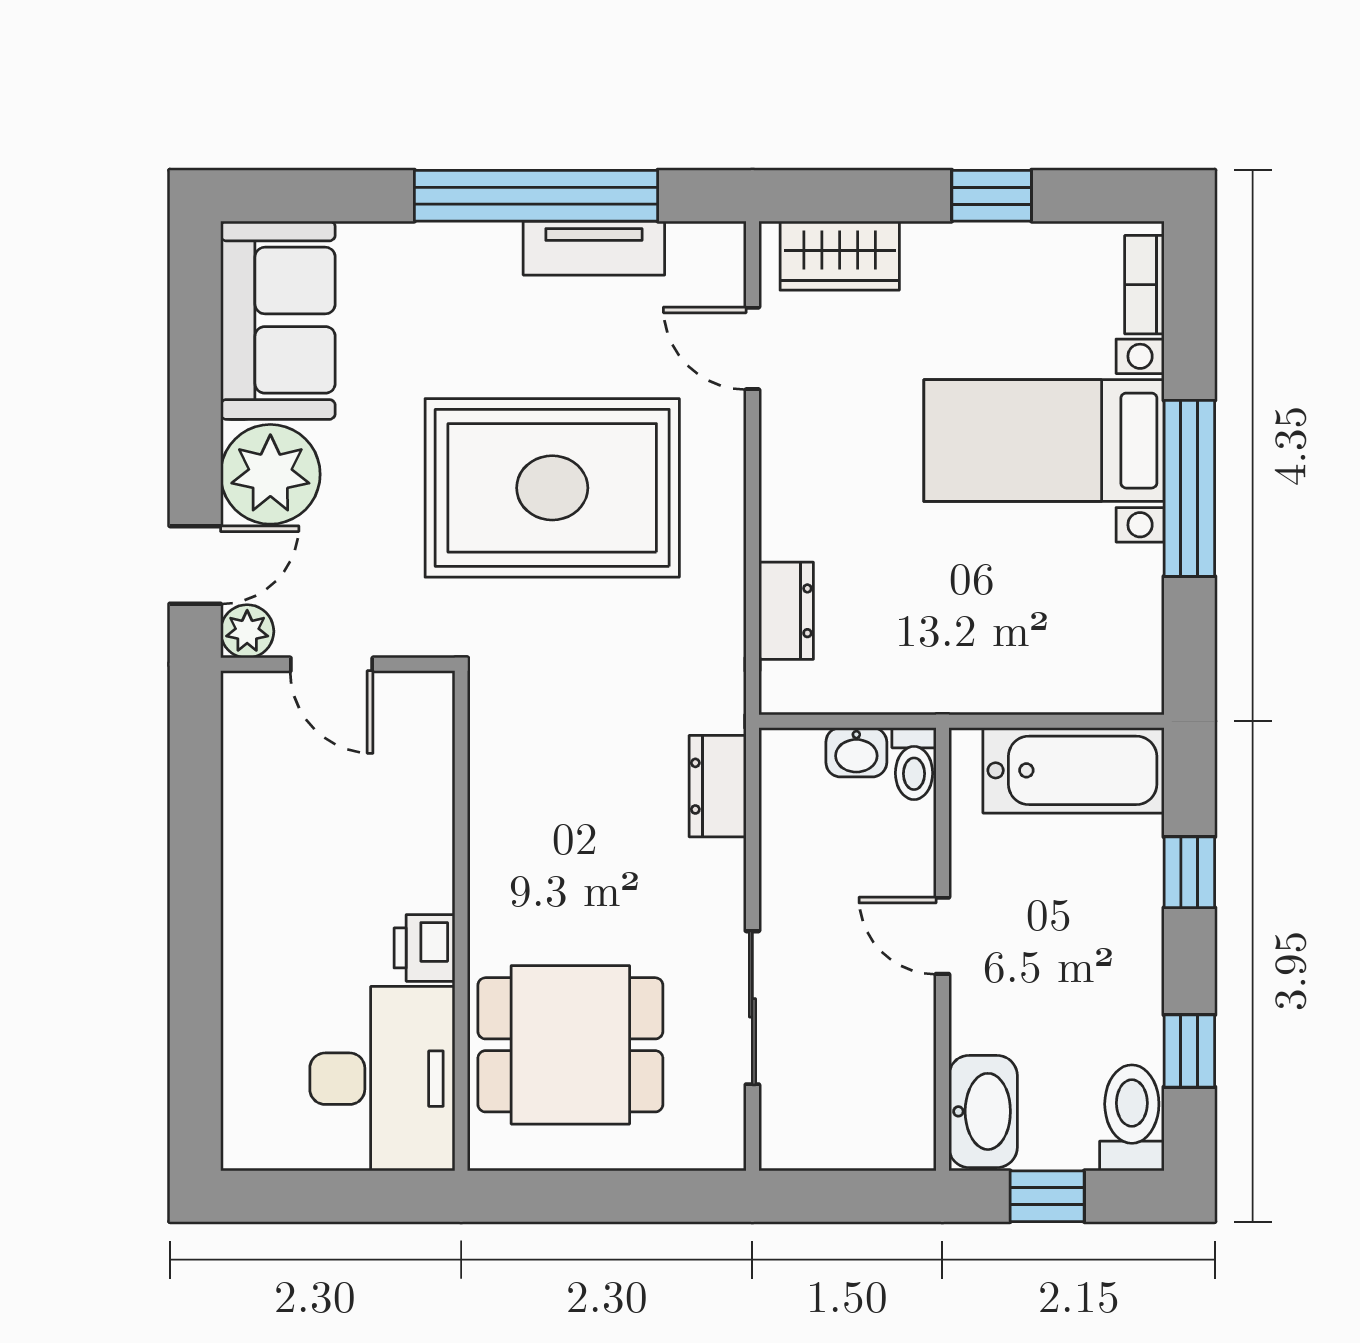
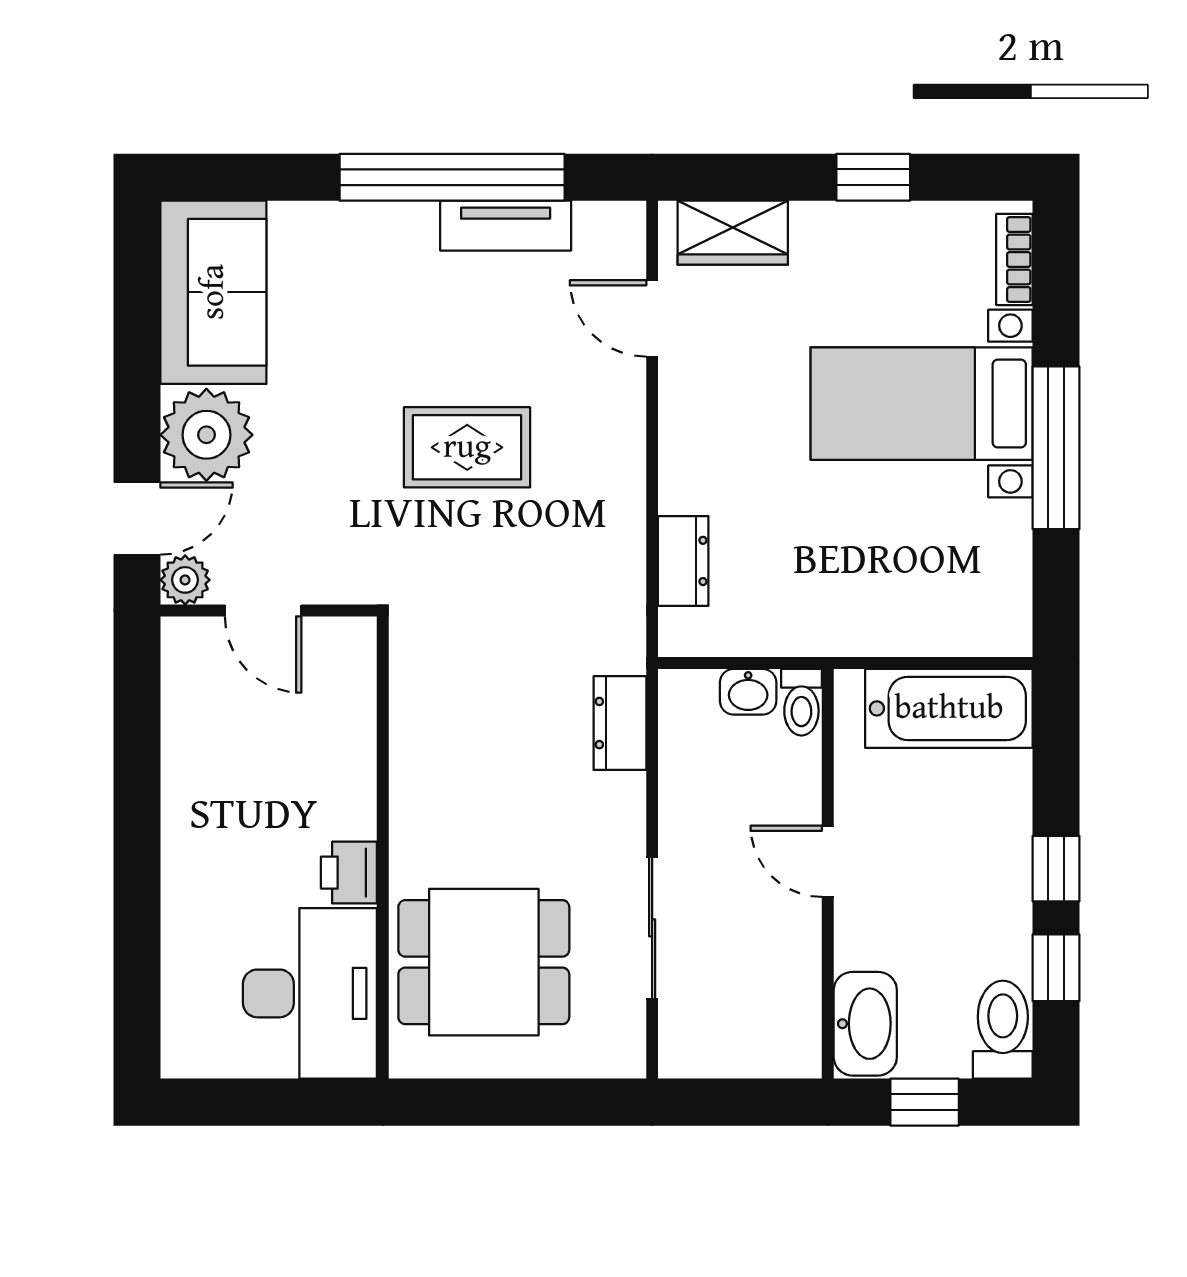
rug: (552, 488) -> (467, 447), width x0.54, depth x0.49
window: (1189, 872) -> (1056, 869), moved

